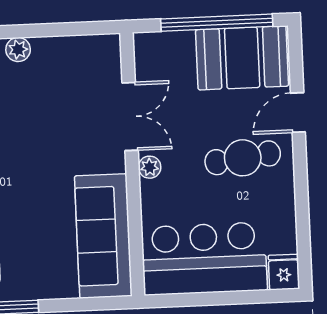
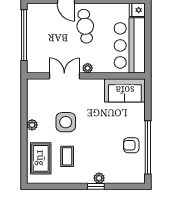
booth: (242, 58) -> (40, 24), removed
side table: (28, 124) -> (66, 122), added
sofa: (103, 236) -> (125, 90), width x0.73

